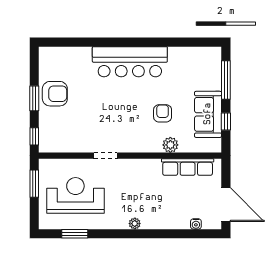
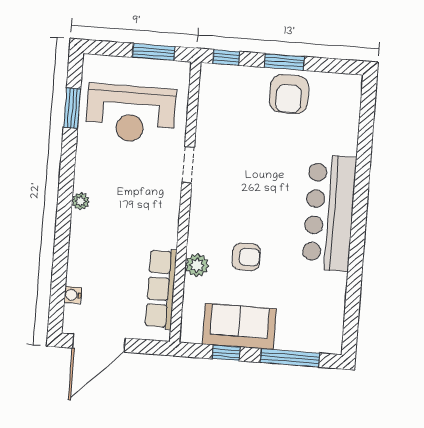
reception desk: (75, 195) -> (131, 114), turned 90

